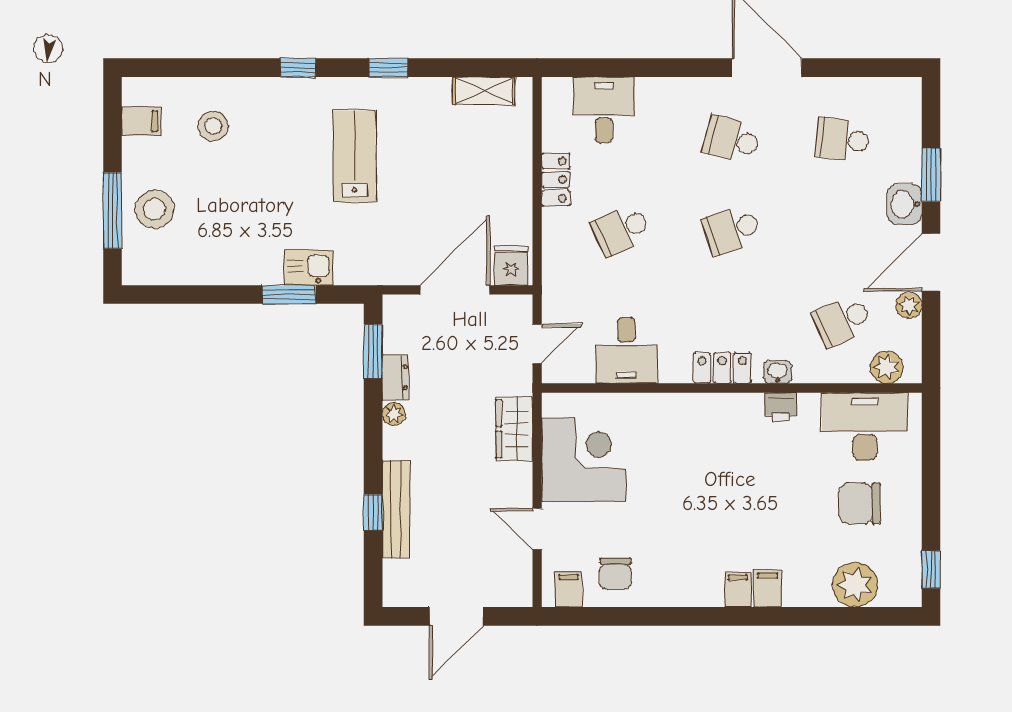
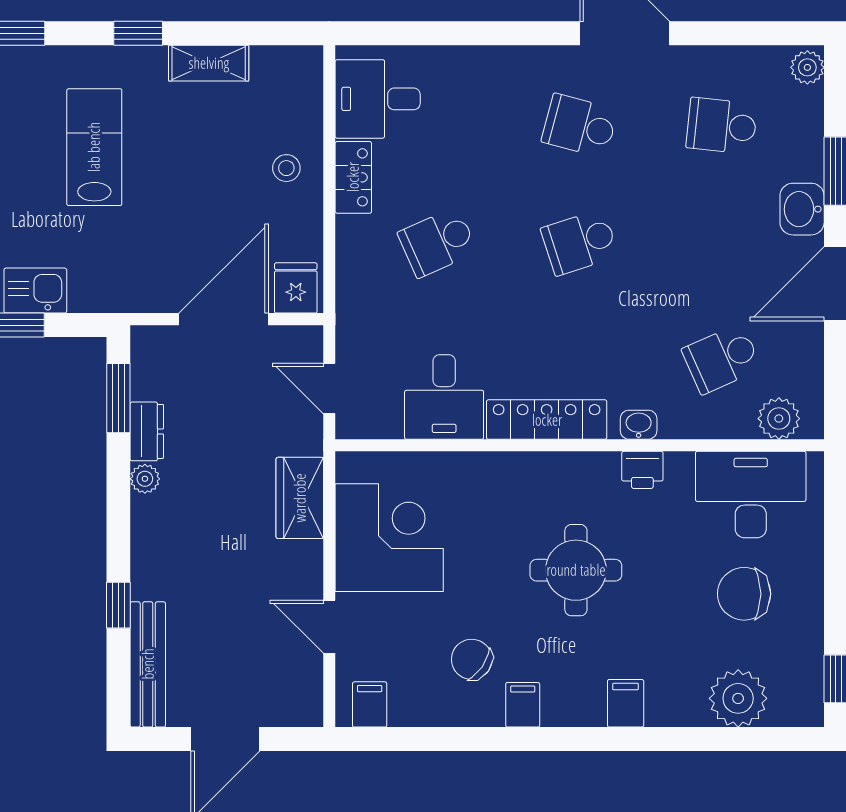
shelving: (484, 91) -> (209, 63), moved
desk: (604, 110) -> (378, 99), moved, turned -90
stool: (504, 172) -> (286, 168), added
plant: (909, 305) -> (807, 67), moved
door: (537, 344) -> (329, 388), swing flipped
locker: (722, 368) -> (547, 420), width x1.53
round table: (729, 485) -> (576, 570), added
bench: (396, 509) -> (148, 664), moved
chair: (616, 574) -> (472, 659), moved, turned 125
filing cabinet: (738, 590) -> (523, 705), moved

